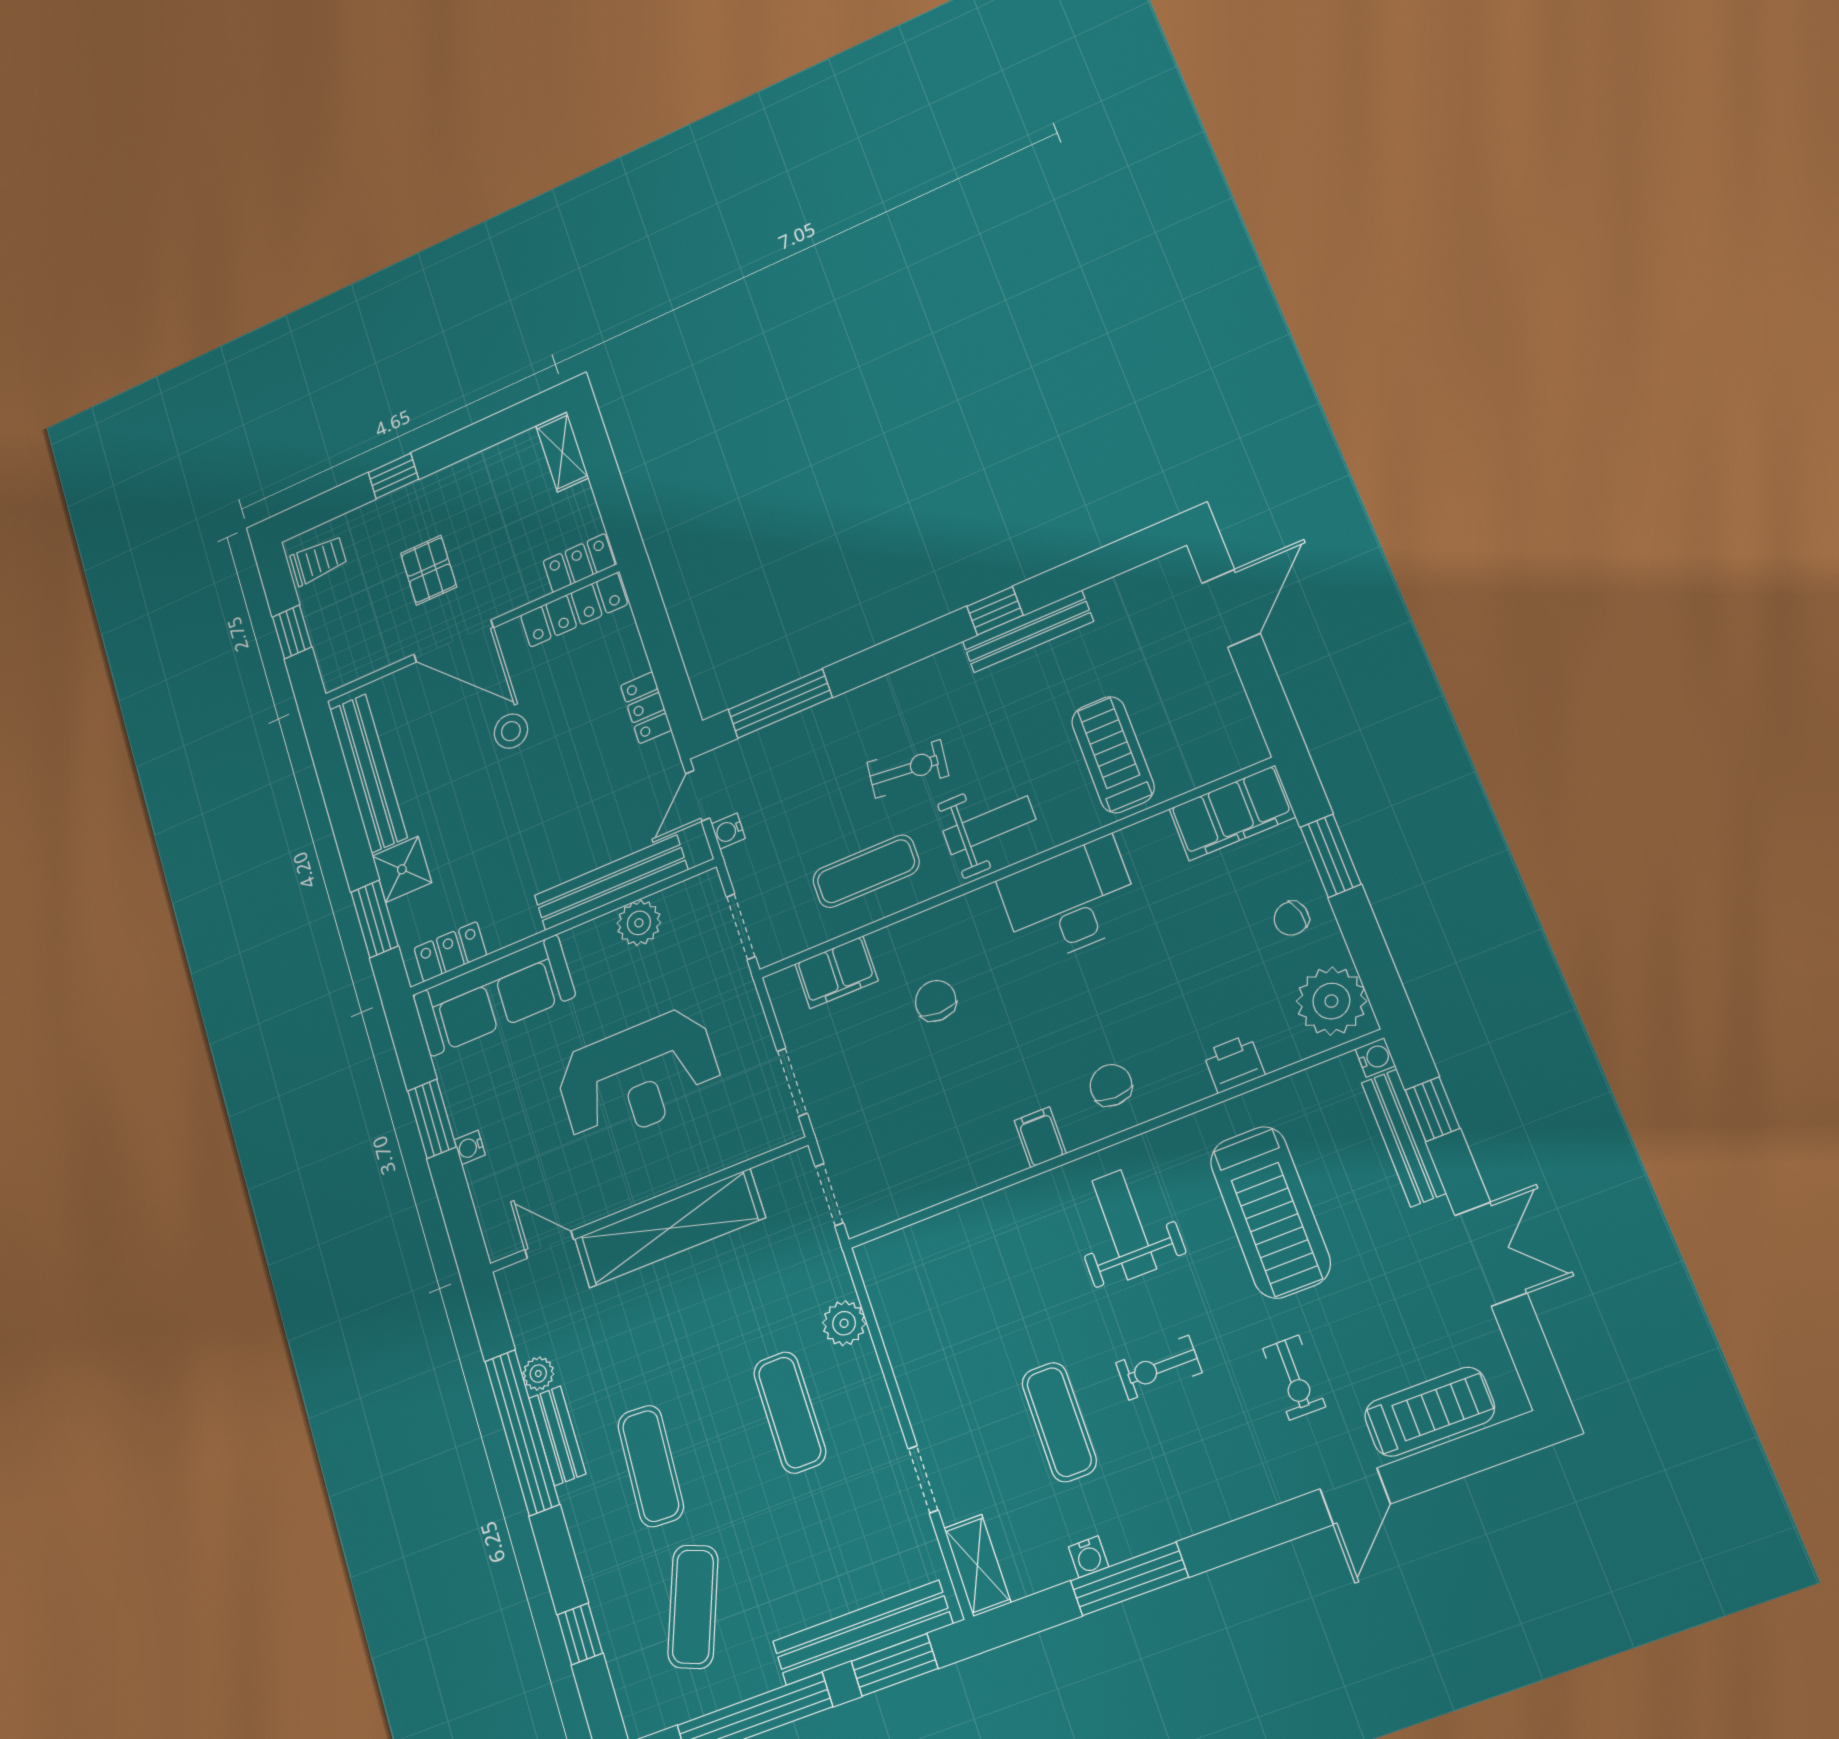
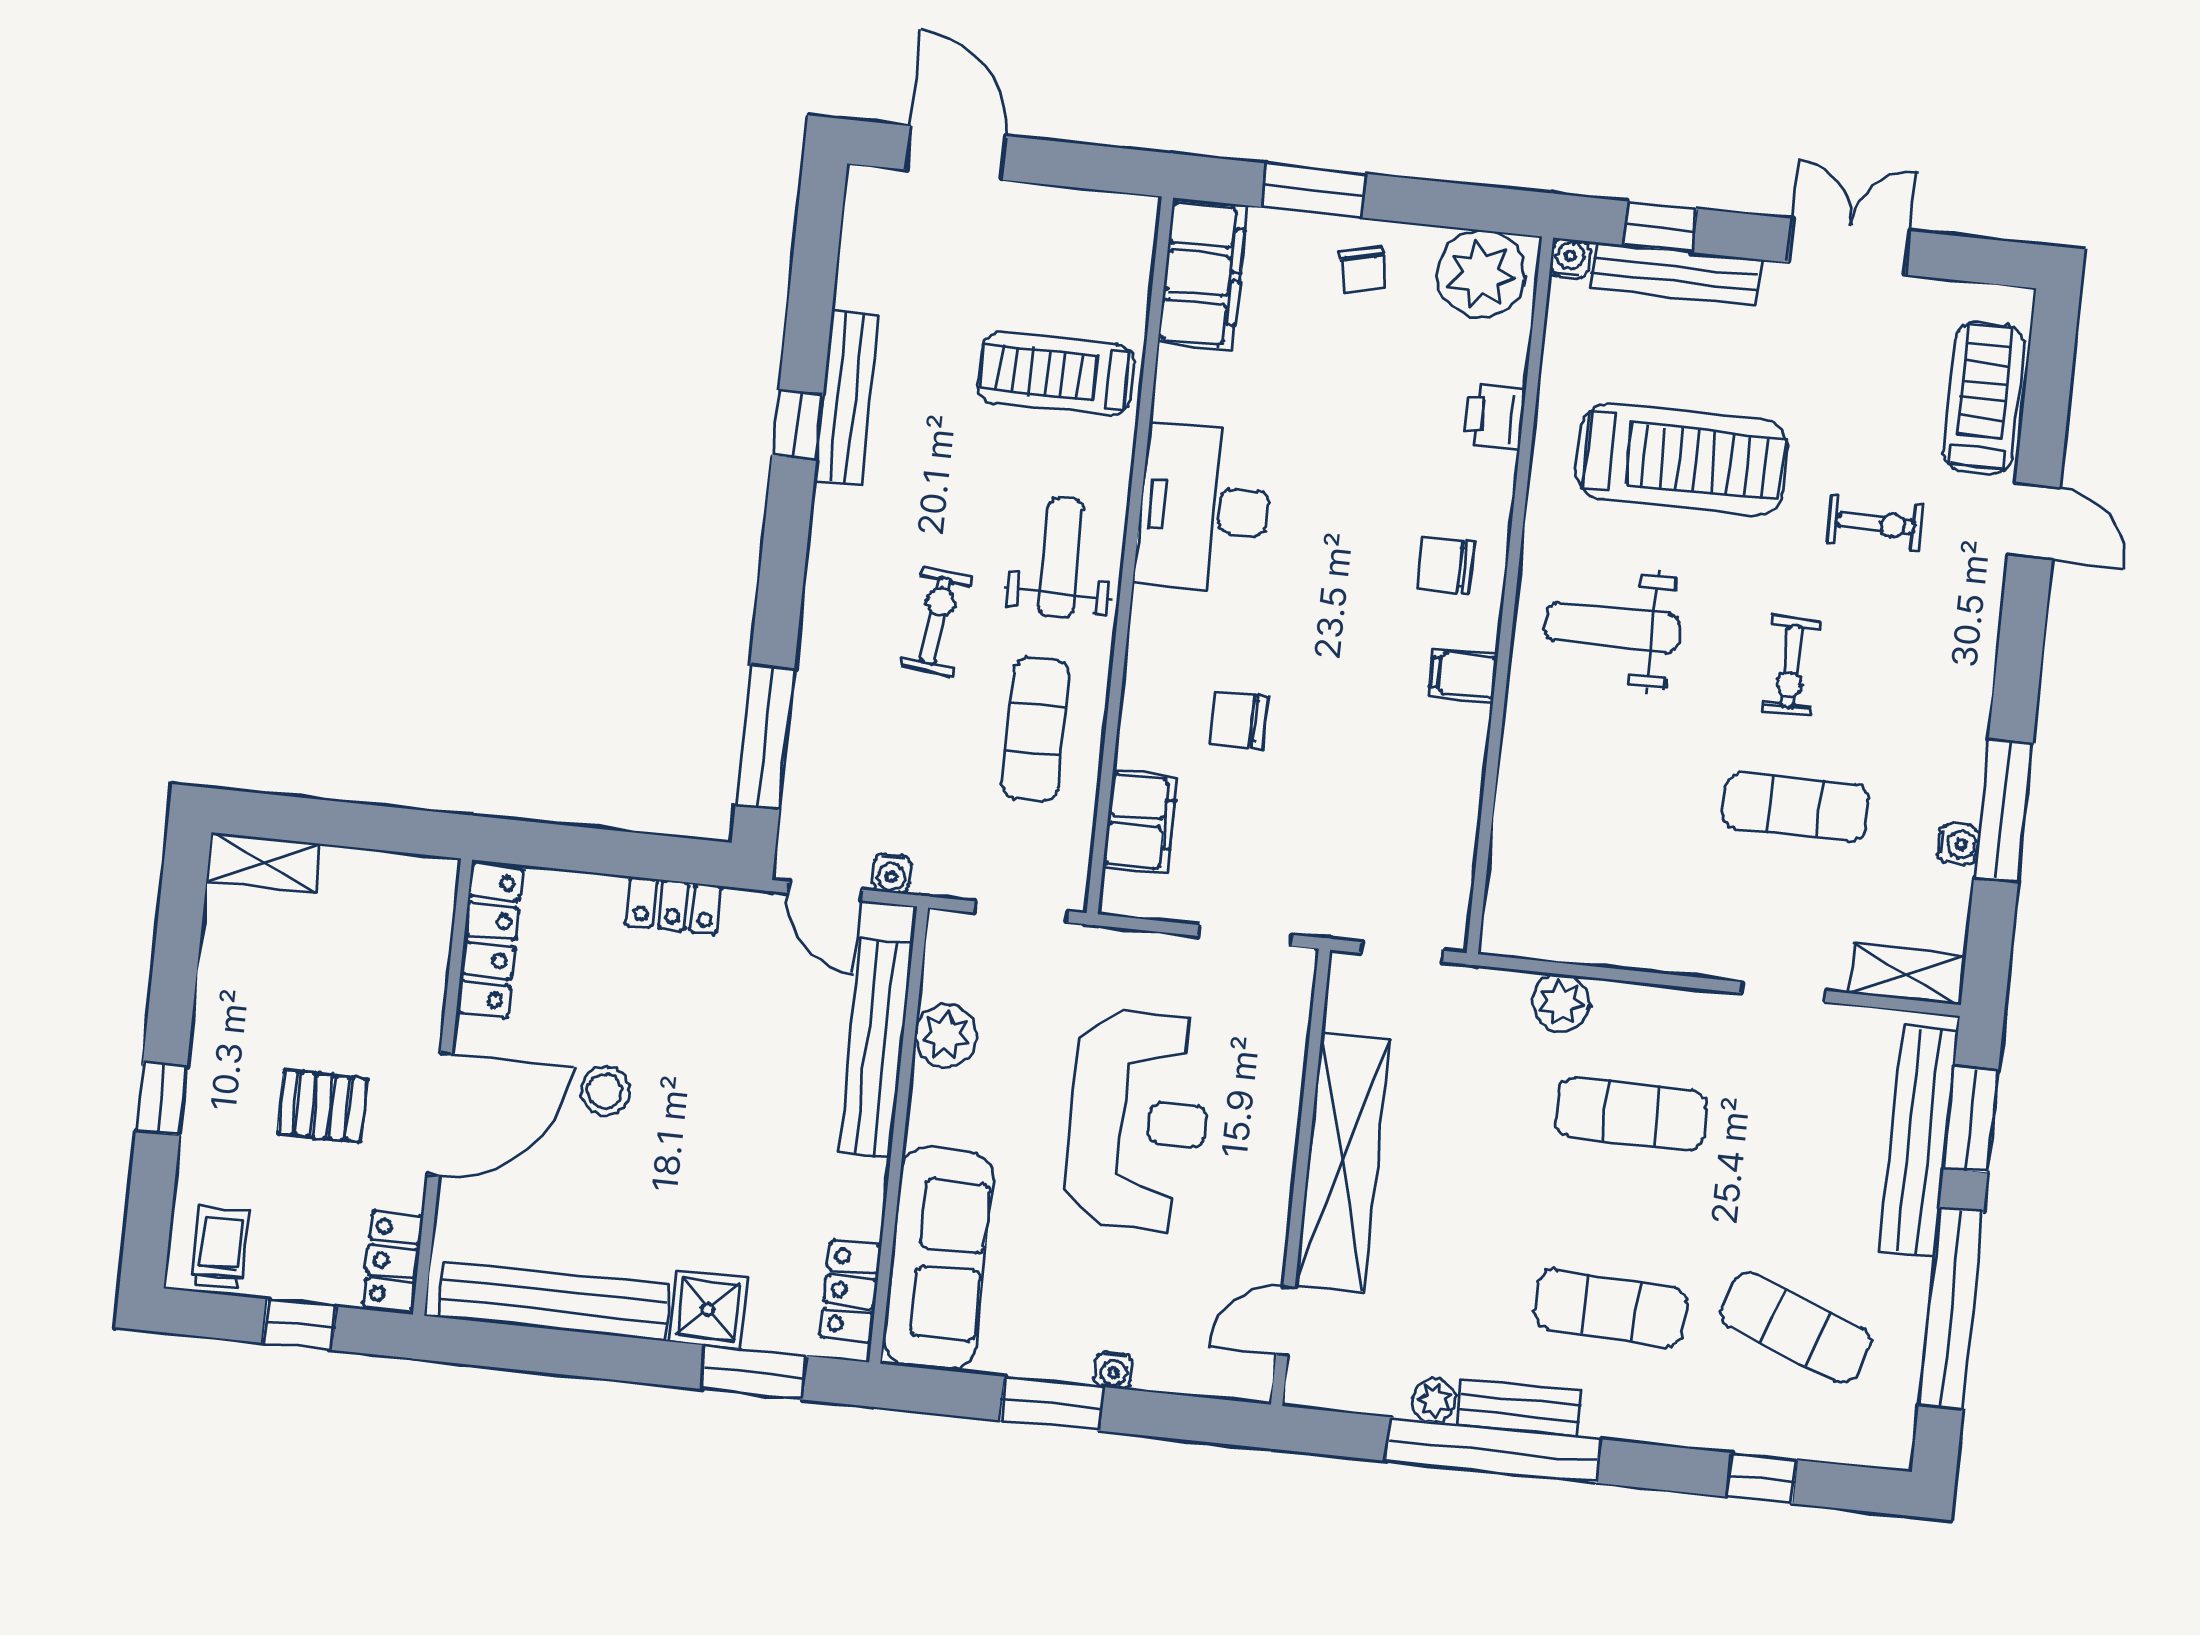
locker: (579, 563) -> (393, 1261), moved

